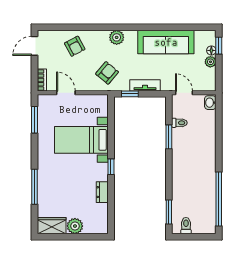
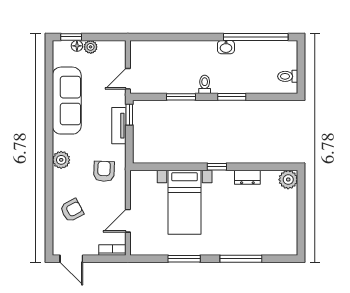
armchair: (107, 73) -> (104, 171), turned 52
window: (130, 94) -> (129, 115), moved
washbasin: (210, 103) -> (226, 47), moved
window: (35, 120) -> (184, 259), moved
toilet: (179, 123) -> (205, 84), moved
window: (169, 212) -> (232, 97), moved
wardrobe: (52, 226) -> (288, 238), removed
plant: (75, 226) -> (288, 180), moved

